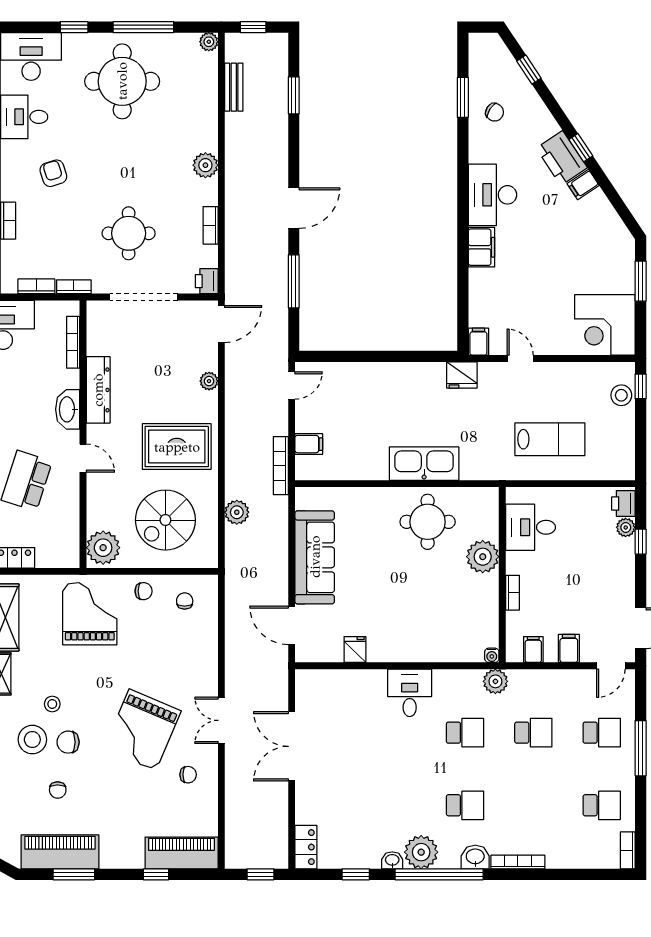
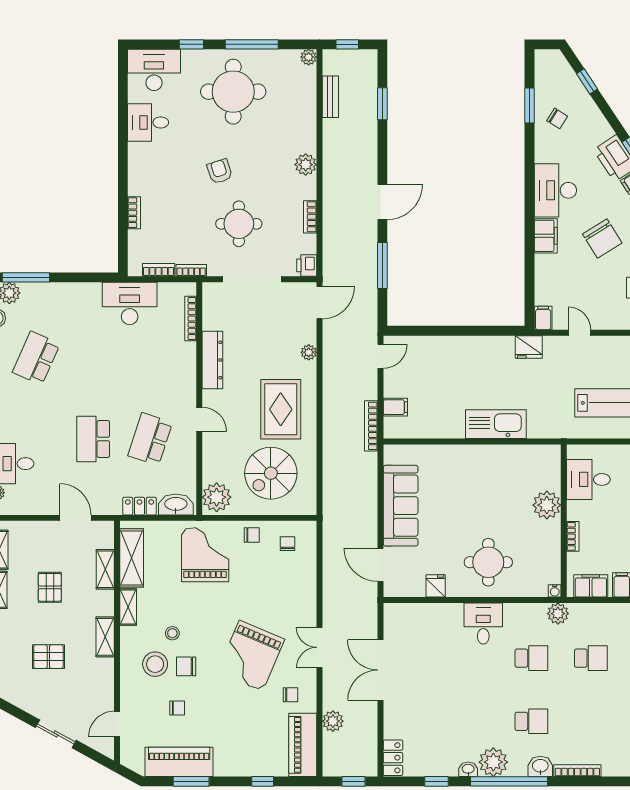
armchair: (53, 173) -> (220, 171), moved
chair: (546, 250) -> (602, 238), added
washbasin: (68, 409) -> (176, 505), moved, turned 90
rug: (177, 447) -> (281, 409), turned 90
plant: (237, 512) -> (333, 721), moved
round table: (428, 522) -> (488, 562), moved
filing cabinet: (533, 650) -> (591, 586), width x2.00
chair: (58, 790) -> (177, 708), turned -90
piano: (182, 853) -> (303, 745), moved, turned -90

